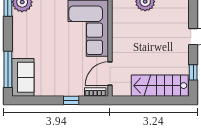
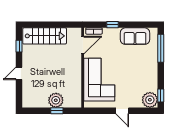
sofa: (23, 77) -> (135, 36), moved, turned -90

